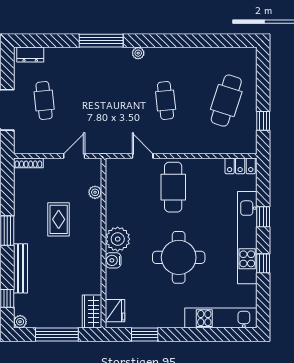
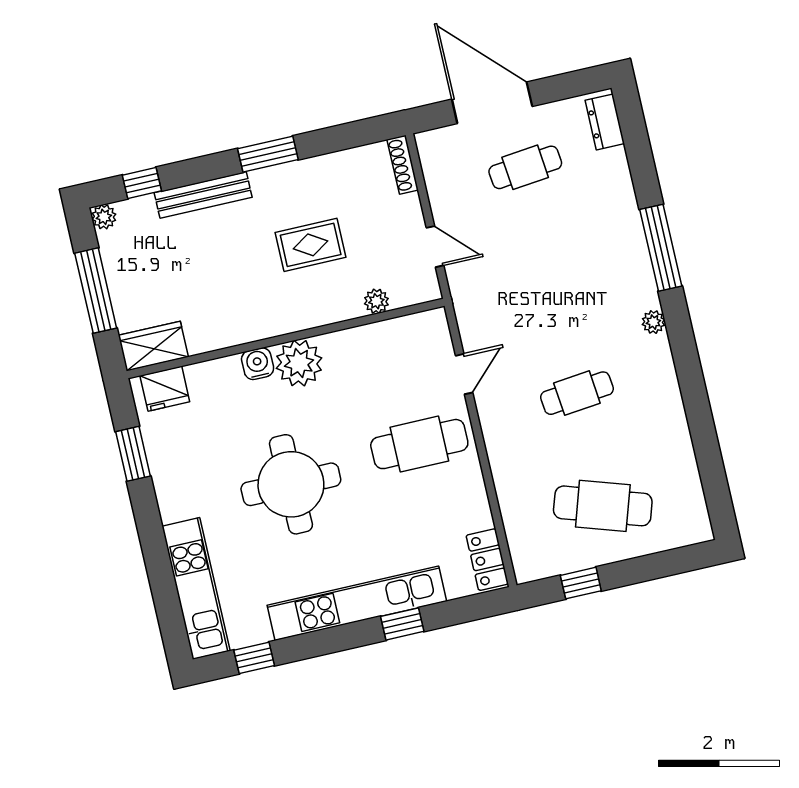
window: (263, 263) -> (254, 658), moved

